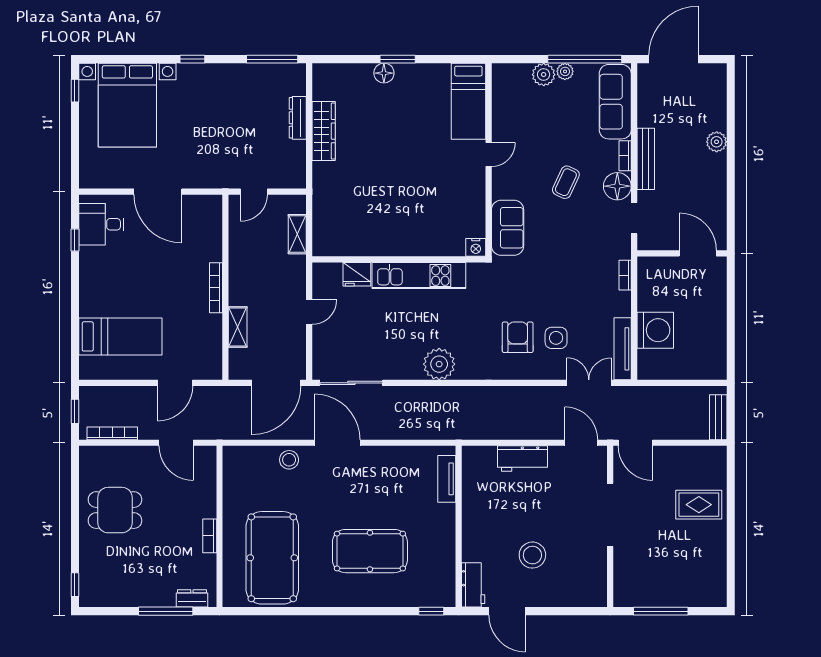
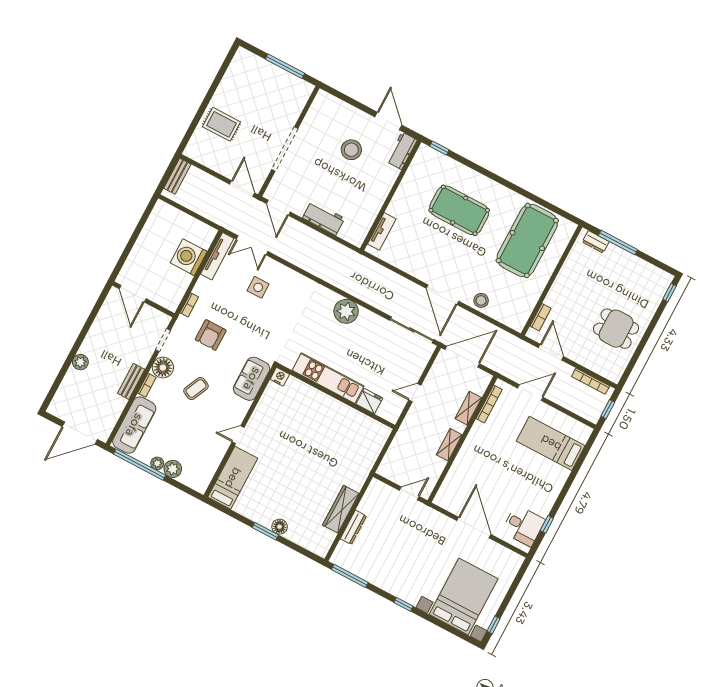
bench: (646, 159) -> (131, 381), width x0.73
shelving: (297, 234) -> (449, 445), moved
bookcase: (216, 288) -> (489, 404), moved
armchair: (518, 337) -> (211, 335), moved
bookcase: (210, 536) -> (541, 317), moved

